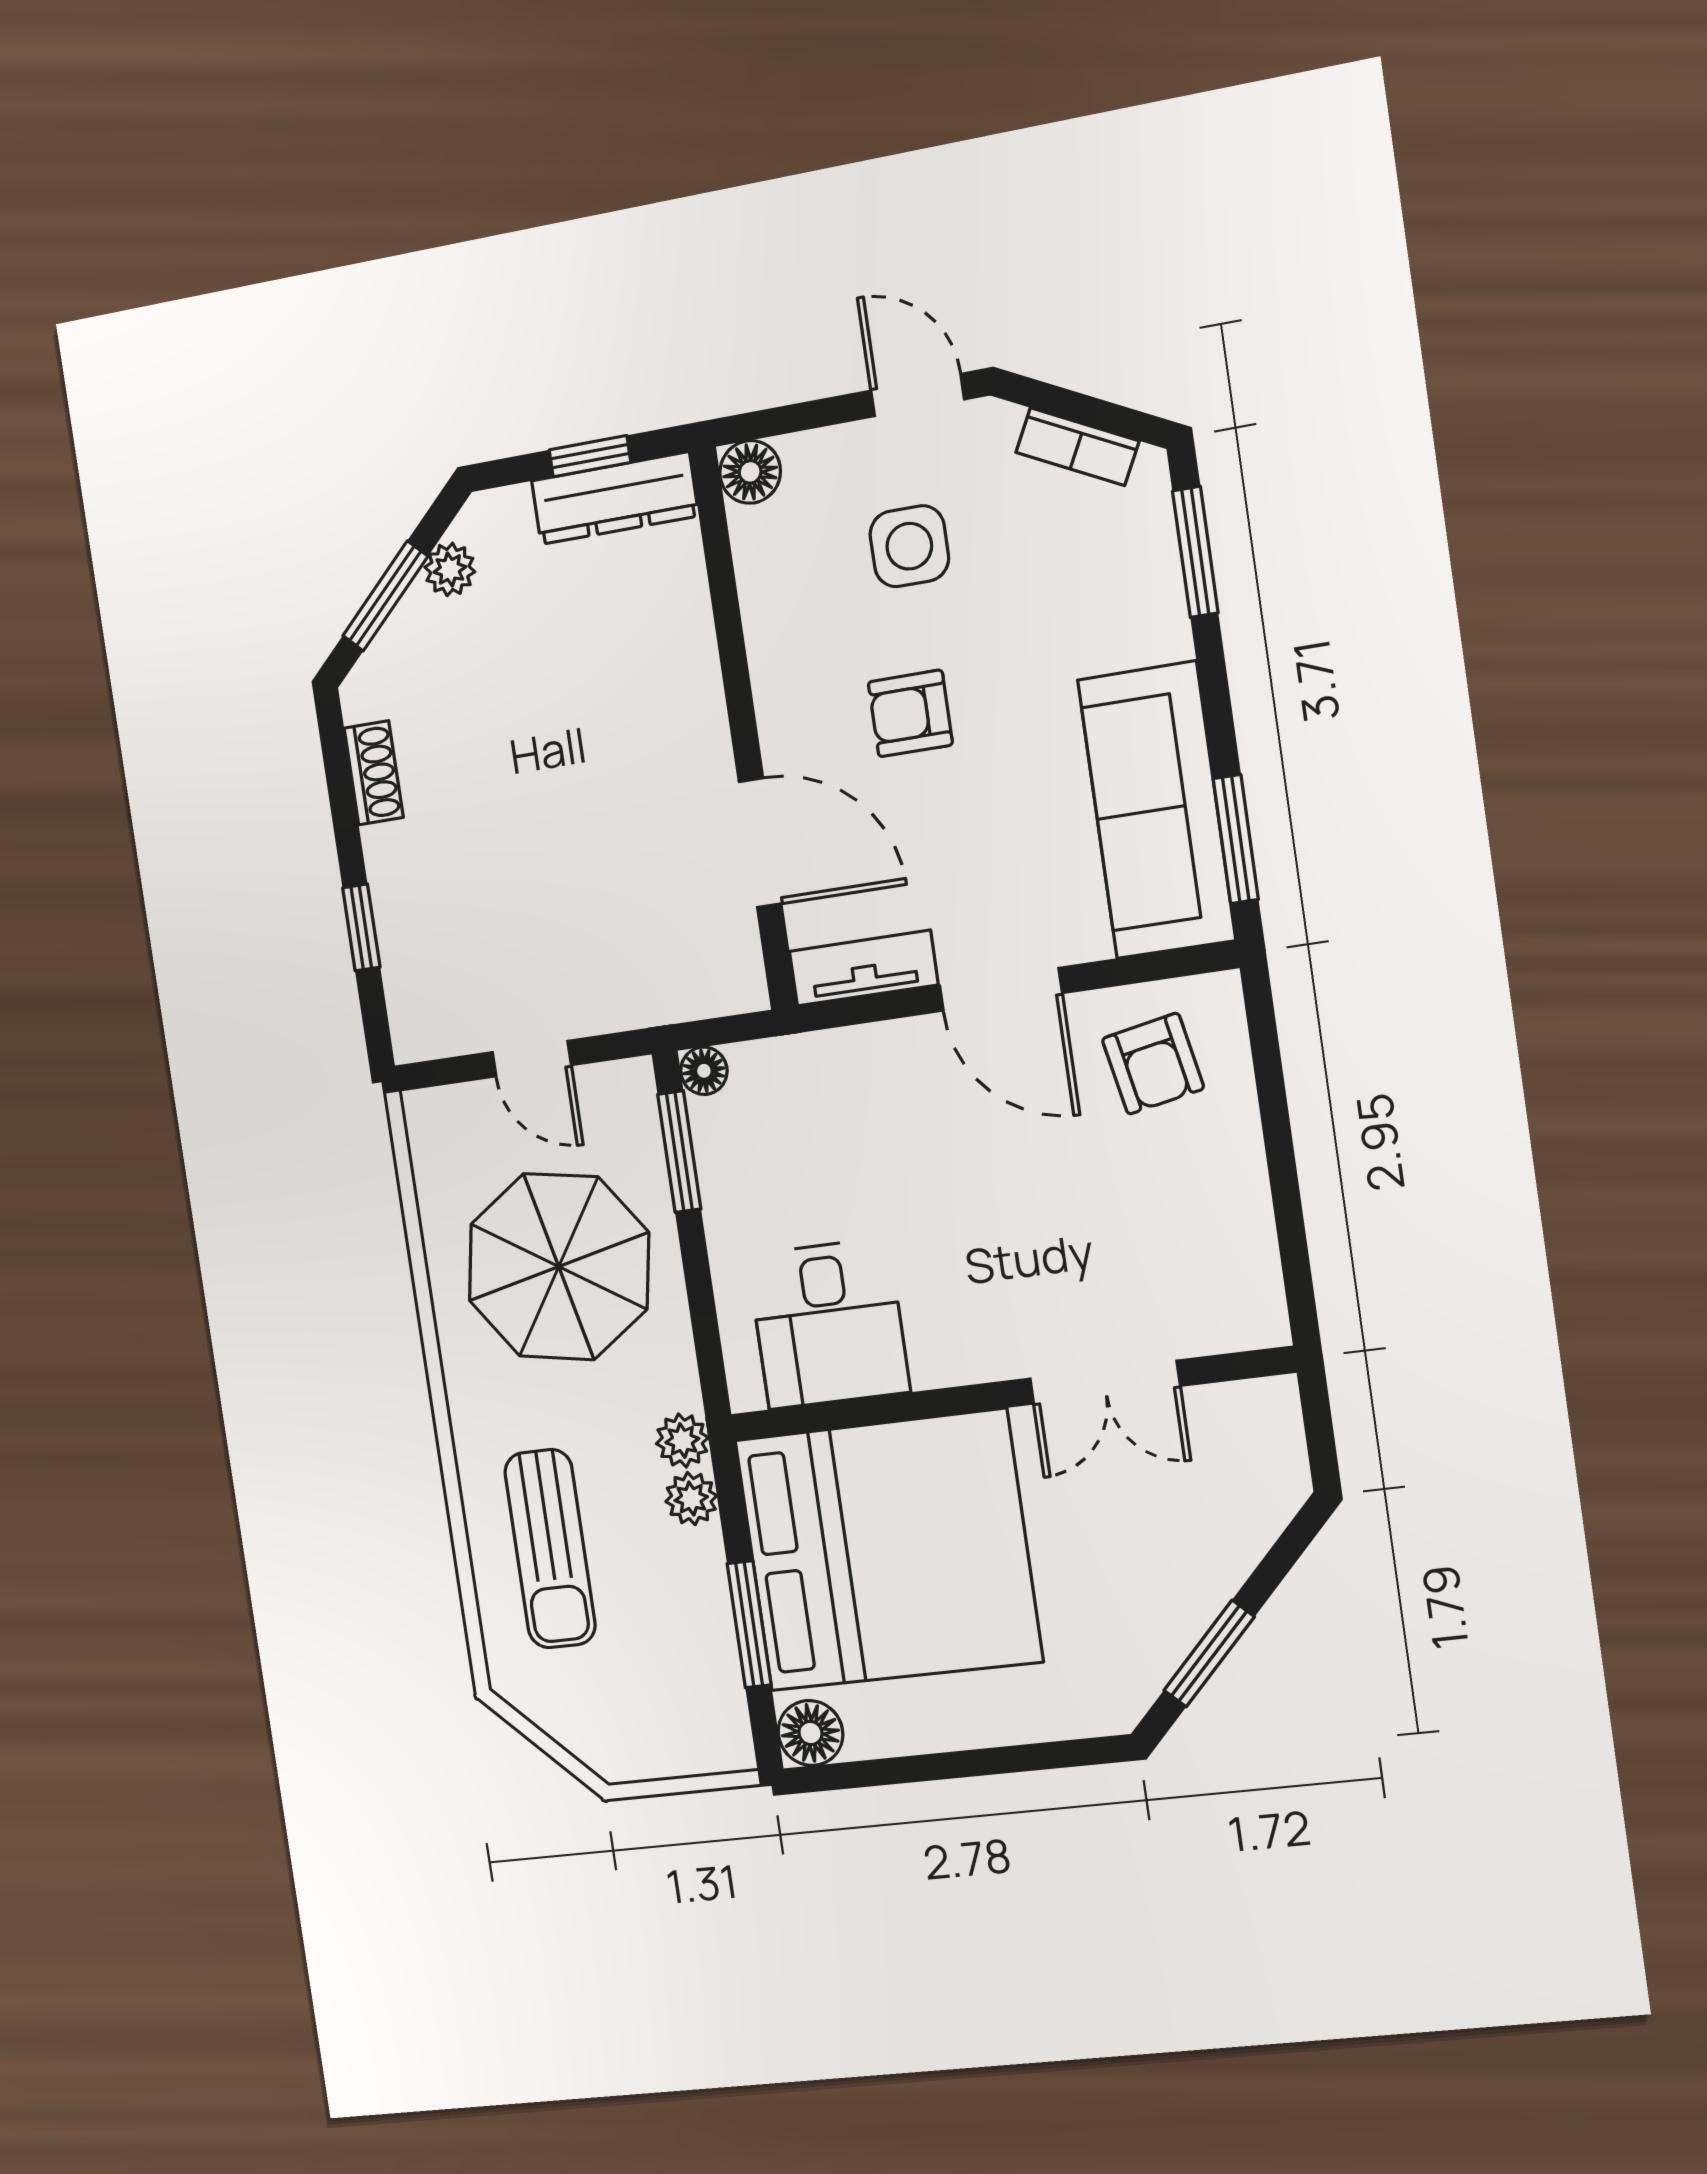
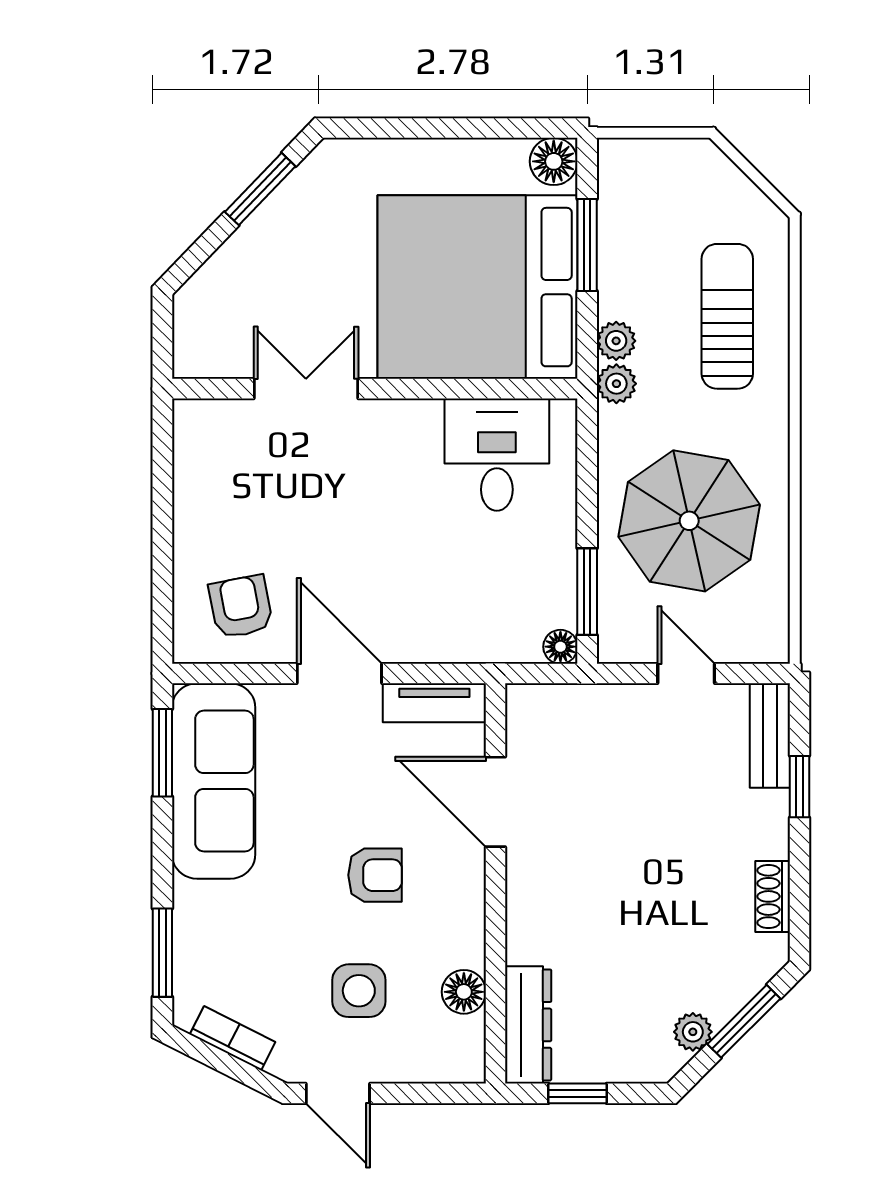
floor lamp: (750, 472) -> (464, 992), moved
dresser: (615, 498) -> (528, 1025), moved, turned 90
bench: (410, 991) -> (770, 735), added

